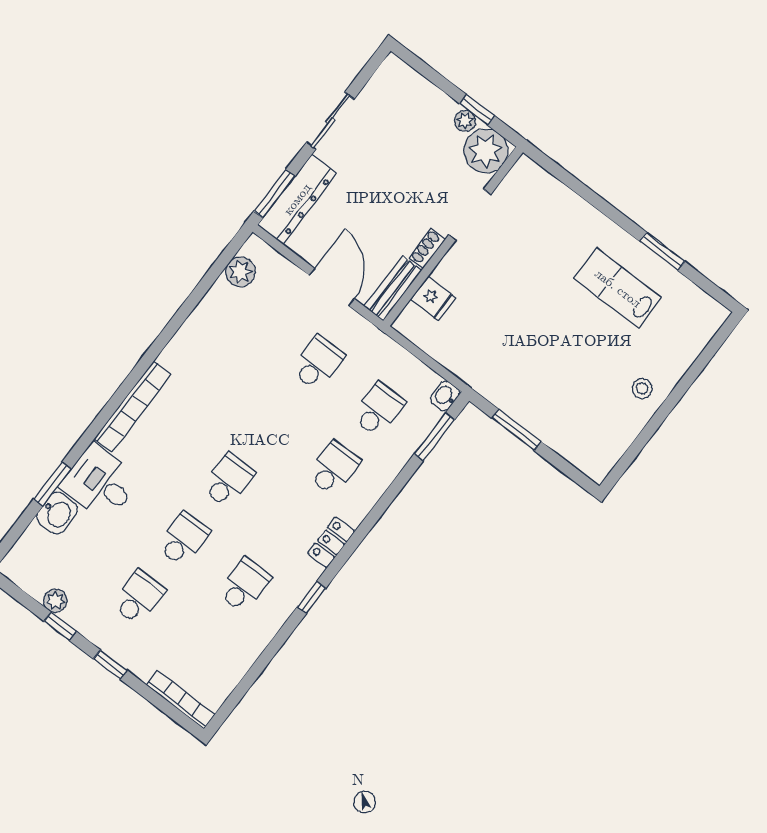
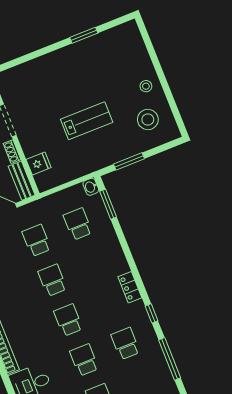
lab bench: (618, 288) -> (87, 121), moved, turned 180
stool: (595, 421) -> (148, 120), added
school desk: (334, 468) -> (52, 280), moved
window: (261, 664) -> (170, 359), added

